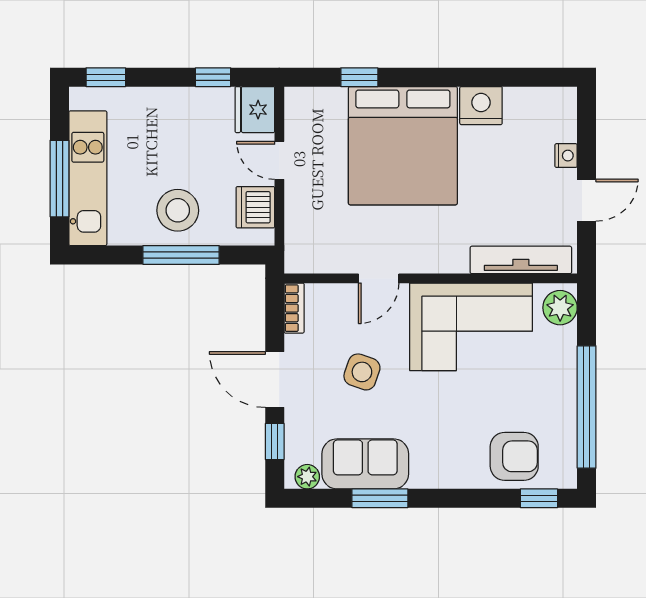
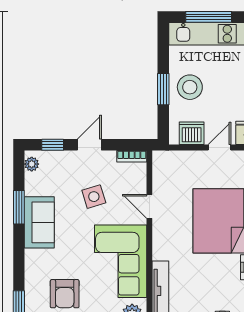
window: (181, 255) -> (163, 89), width x0.69
side table: (362, 372) -> (94, 197), turned -36
door: (275, 380) -> (89, 145), width x0.73
armchair: (514, 456) -> (65, 294), moved
sofa: (365, 464) -> (39, 222), moved

